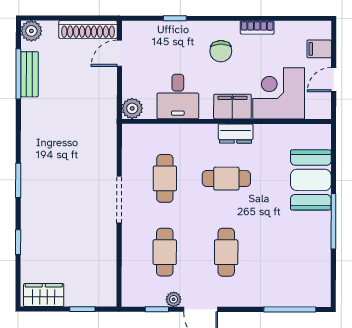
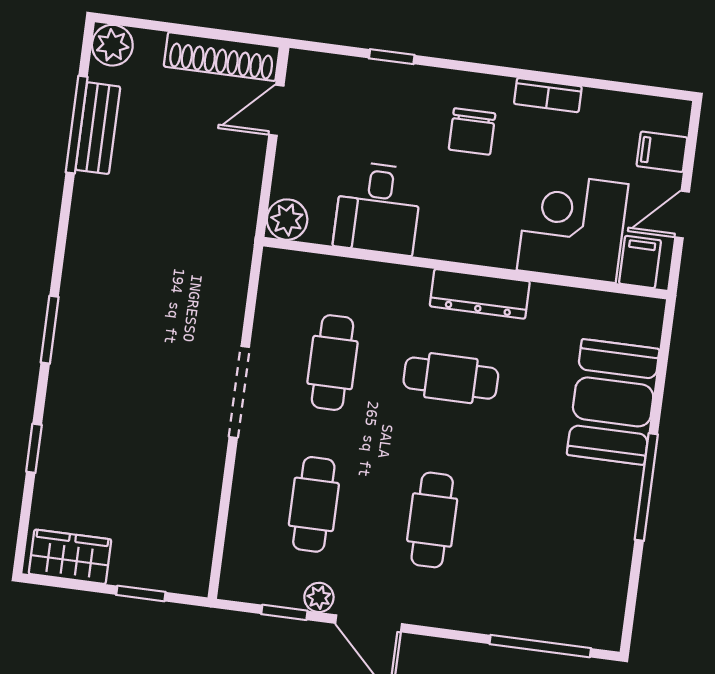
filing cabinet: (232, 107) -> (640, 262), moved, width x0.50
dresser: (236, 134) -> (480, 294), width x1.44

